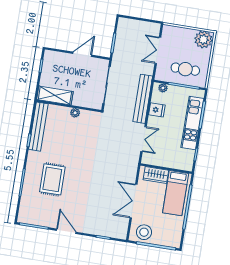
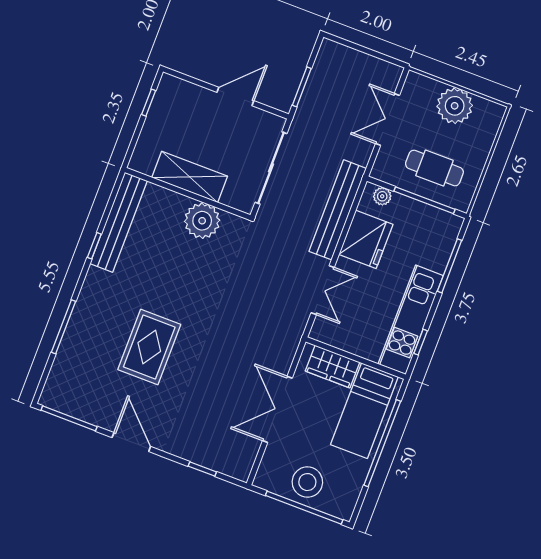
plant: (203, 39) -> (455, 106), moved
shelving: (55, 95) -> (190, 177), moved
fridge: (157, 110) -> (366, 239), width x1.88, depth x1.34
plant: (75, 113) -> (202, 221), width x1.88, depth x1.88
kitchen unit: (192, 123) -> (411, 320), moved
rug: (52, 179) -> (149, 347), moved
stool: (144, 232) -> (307, 482), moved

